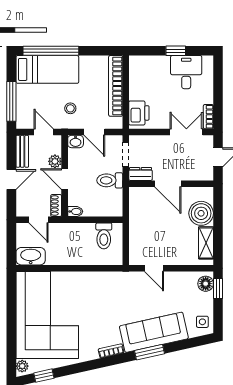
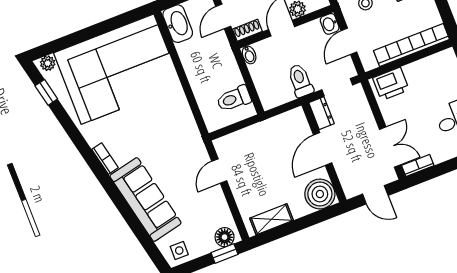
boiler: (201, 213) -> (320, 194), moved
window: (150, 352) -> (121, 203), removed

